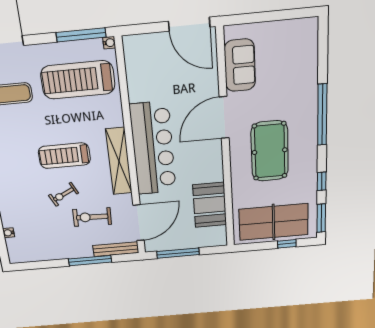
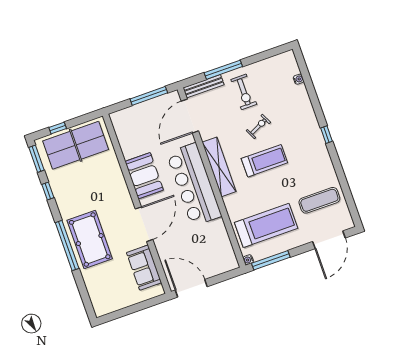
pool table: (270, 151) -> (90, 240), moved
booth: (210, 205) -> (144, 176), moved
exercise bike: (92, 217) -> (244, 92), moved, turned 88

